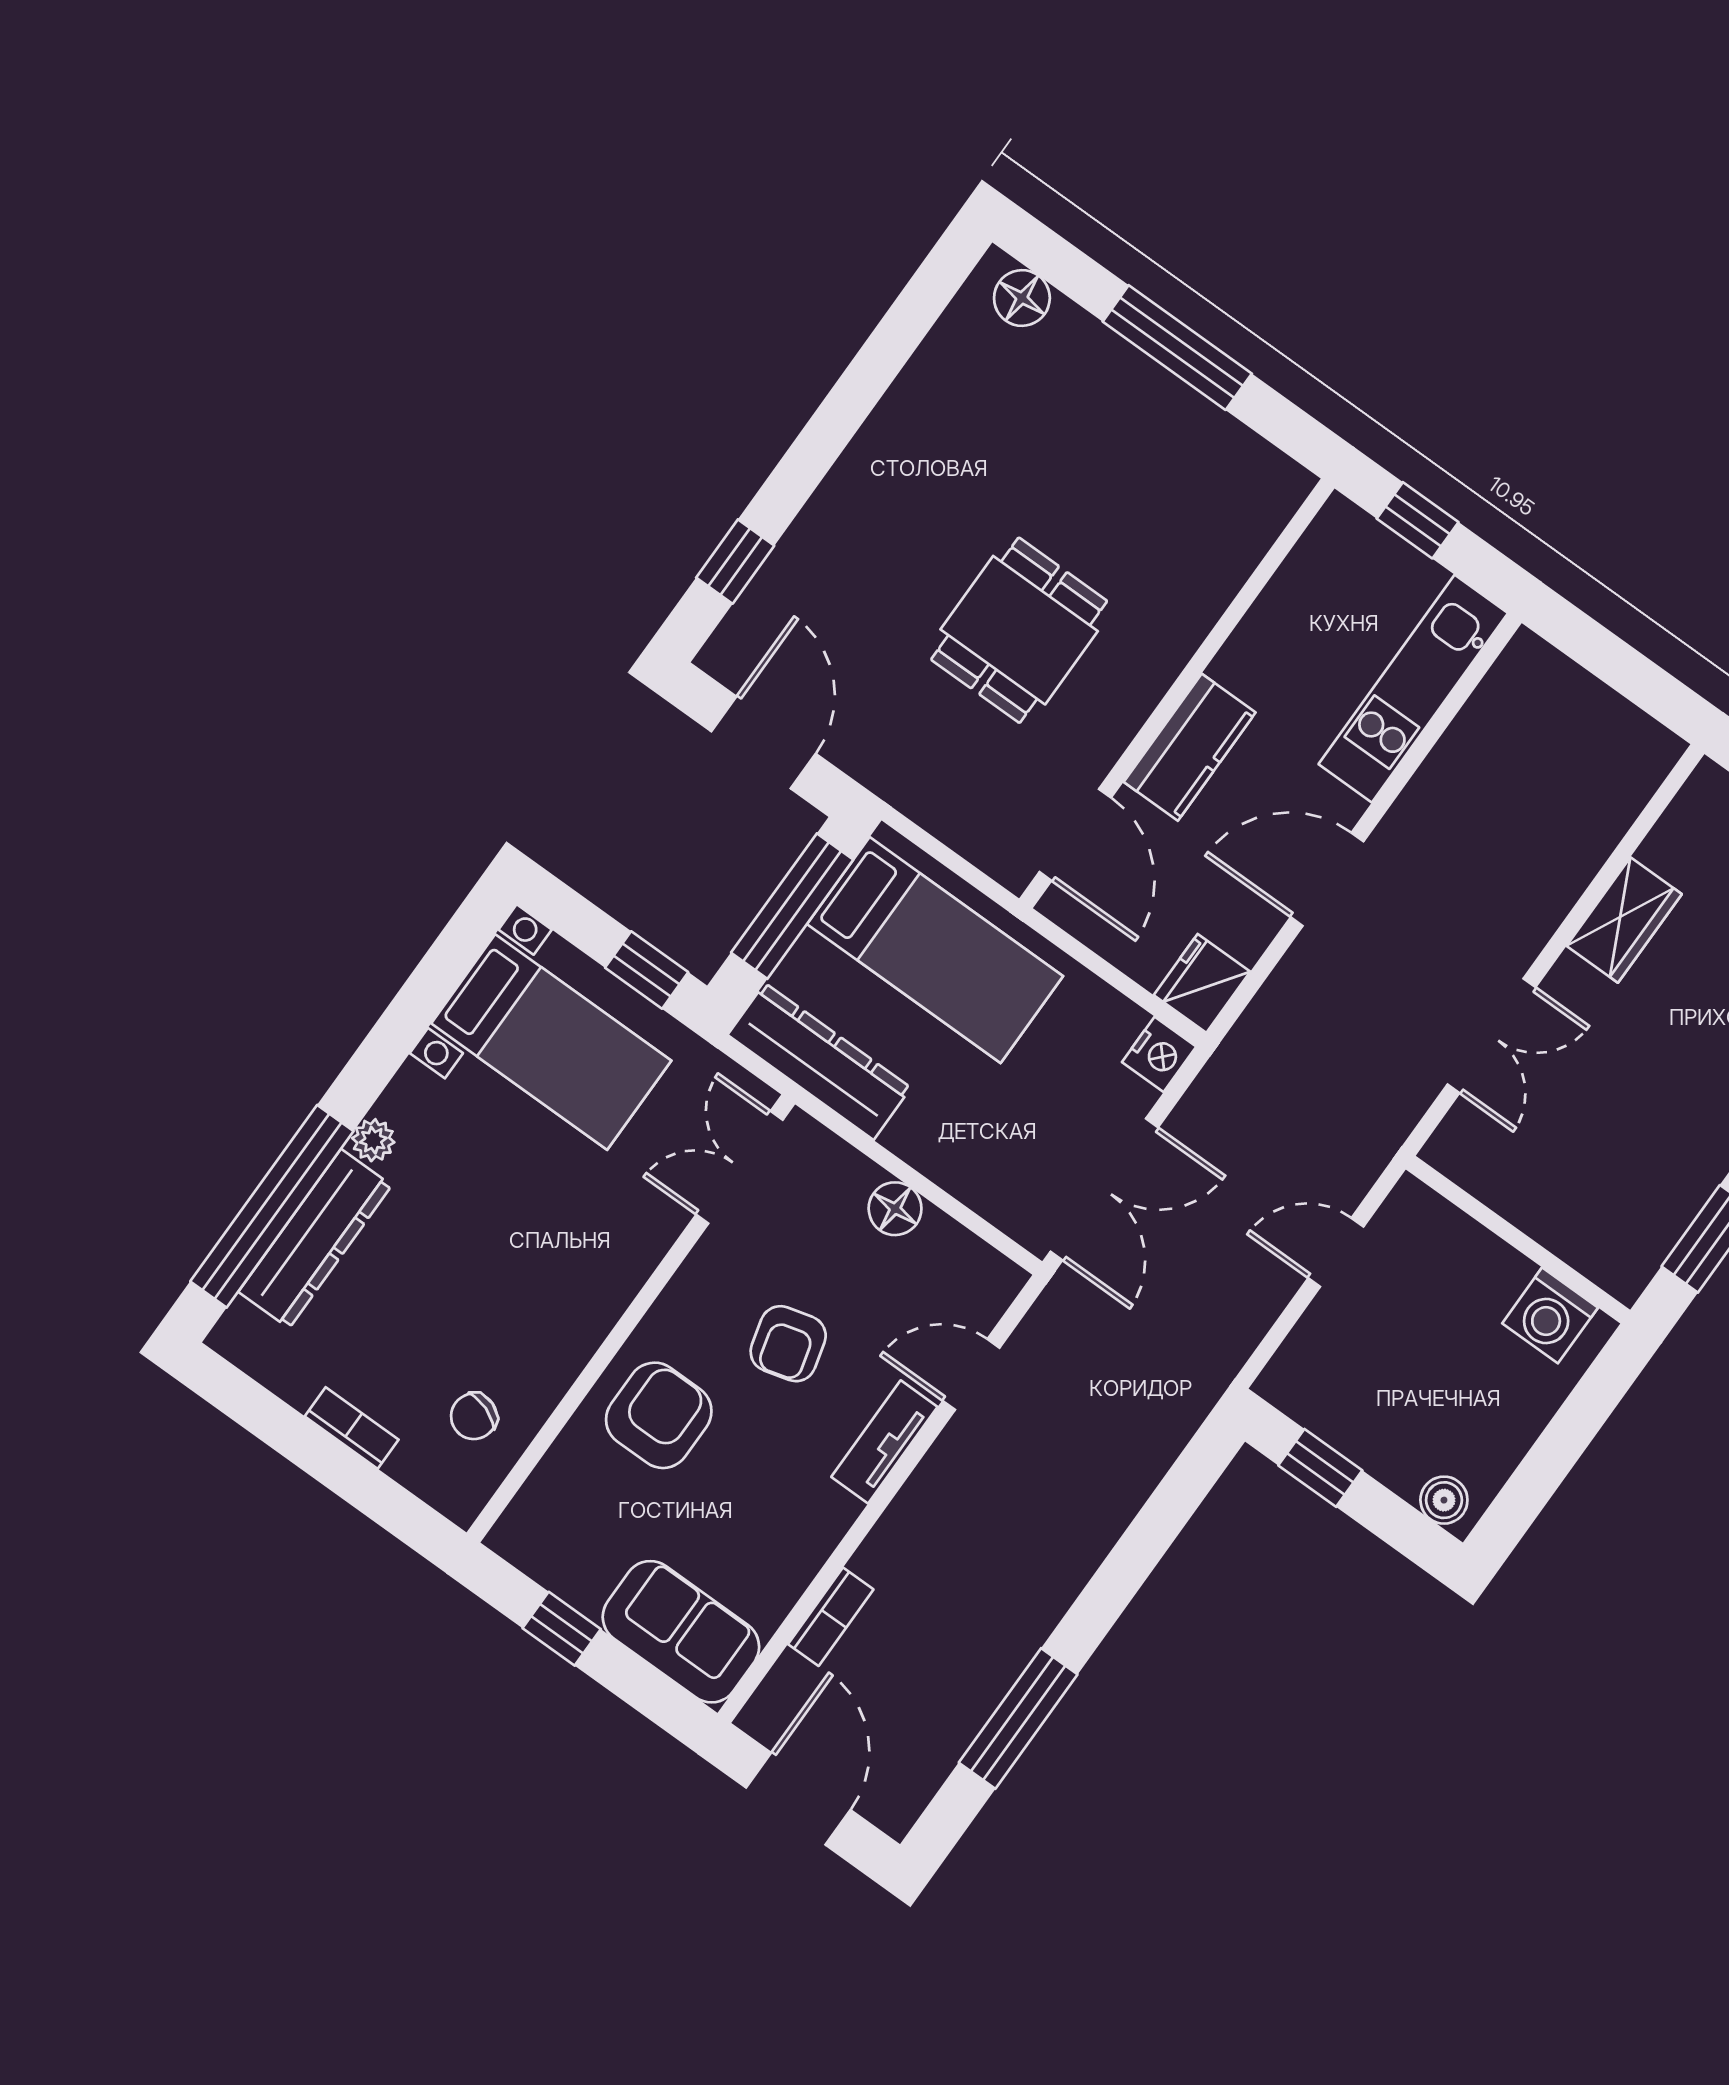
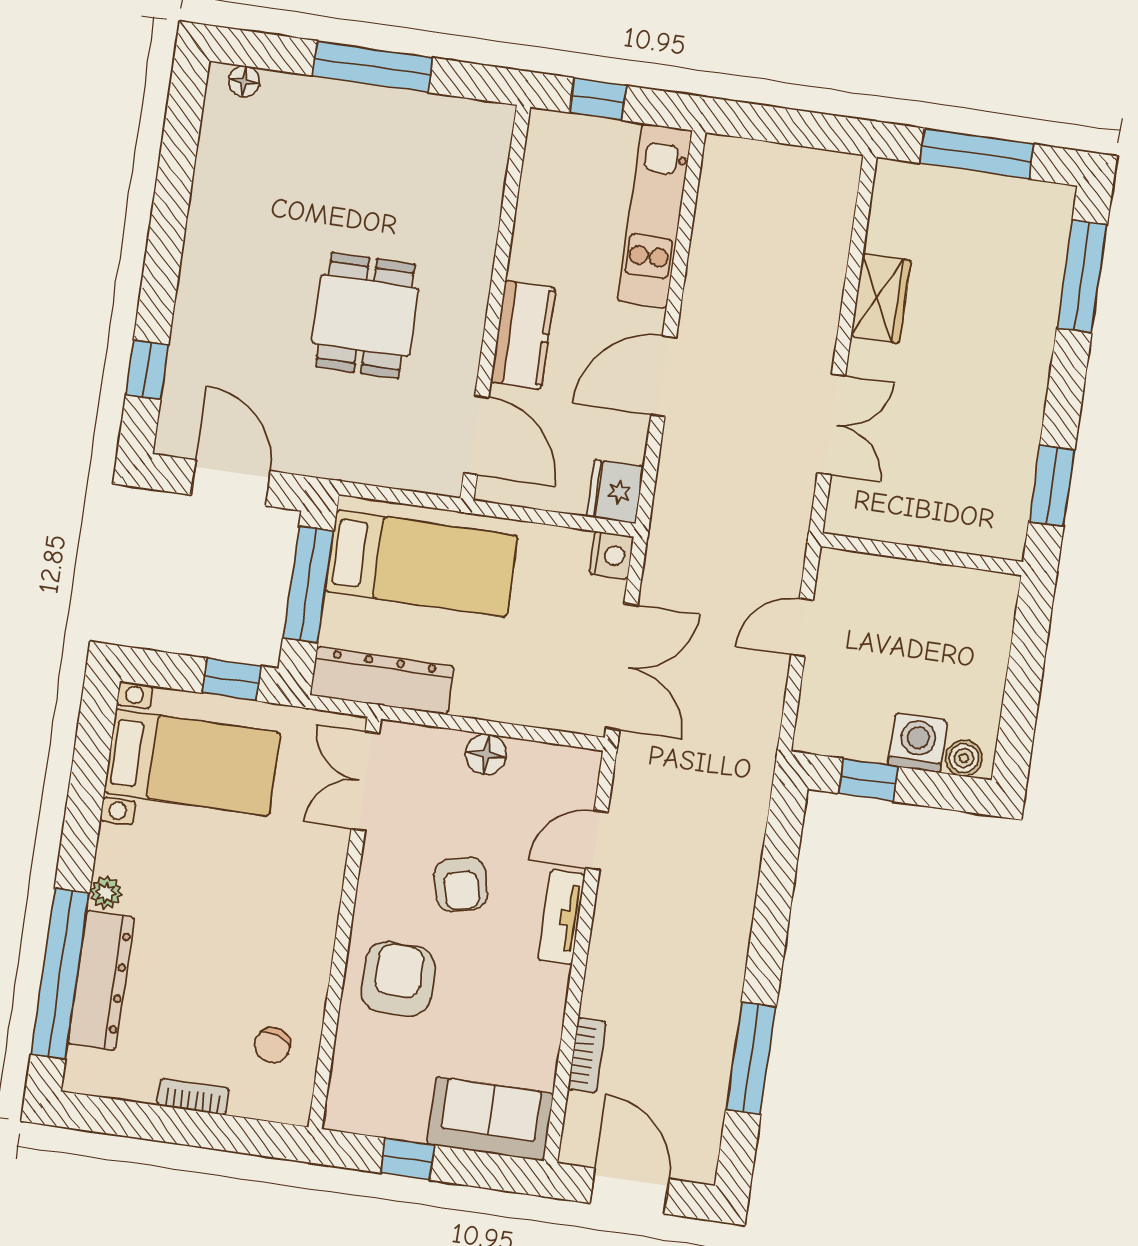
floor lamp: (1022, 298) -> (244, 81), width x0.73, depth x0.73
washing machine: (1550, 1315) -> (918, 743), moved, turned 180

